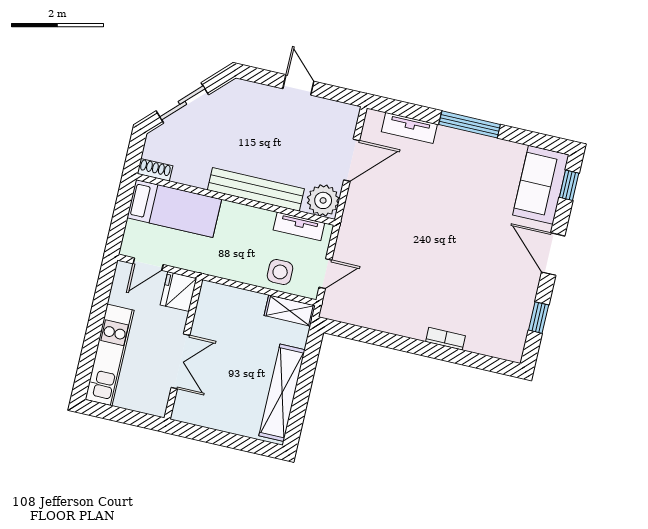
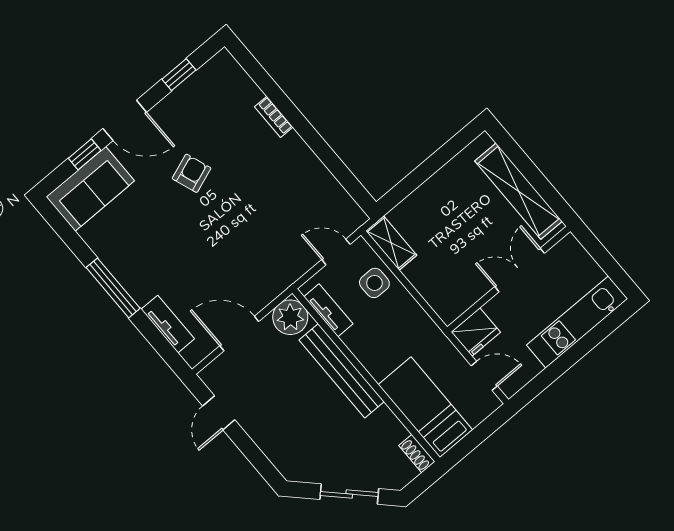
door: (298, 85) -> (219, 413), moved
window: (569, 185) -> (85, 154), moved
armchair: (475, 252) -> (192, 173), added
door: (553, 254) -> (125, 120), hinge flipped
shelving: (282, 393) -> (518, 191), moved, turned 90

